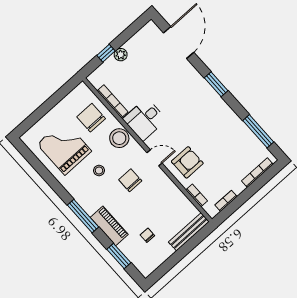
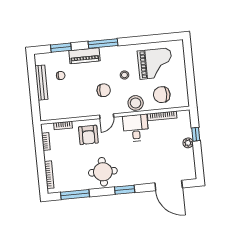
chair: (91, 118) -> (162, 95), turned 180
round table: (214, 120) -> (103, 172), added
bench: (189, 232) -> (41, 83), moved

